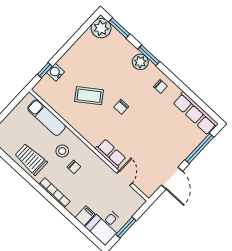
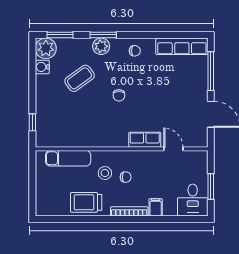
water cooler: (55, 72) -> (42, 67), moved
coffee table: (89, 96) -> (80, 78), moved
filing cabinet: (85, 216) -> (156, 207), moved

